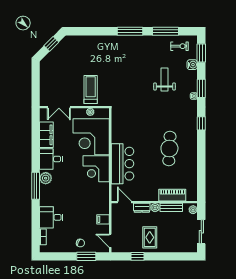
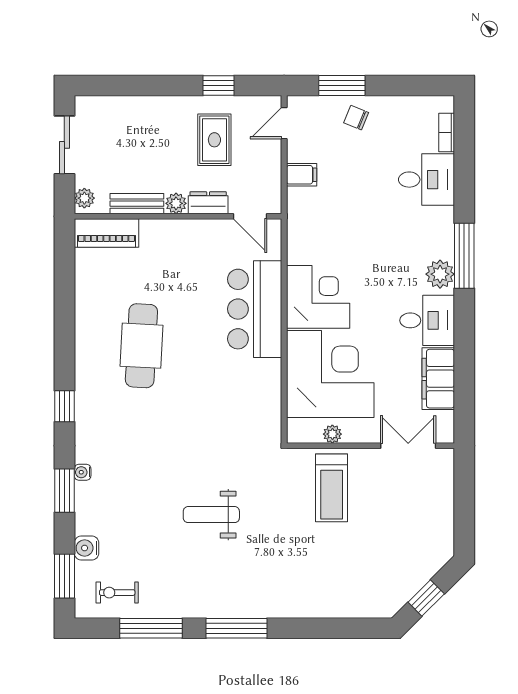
weight bench: (165, 80) -> (211, 515), moved, turned 90
piano: (172, 195) -> (106, 233), moved
rug: (150, 237) -> (214, 140), moved
door: (110, 241) -> (284, 123), swing flipped

